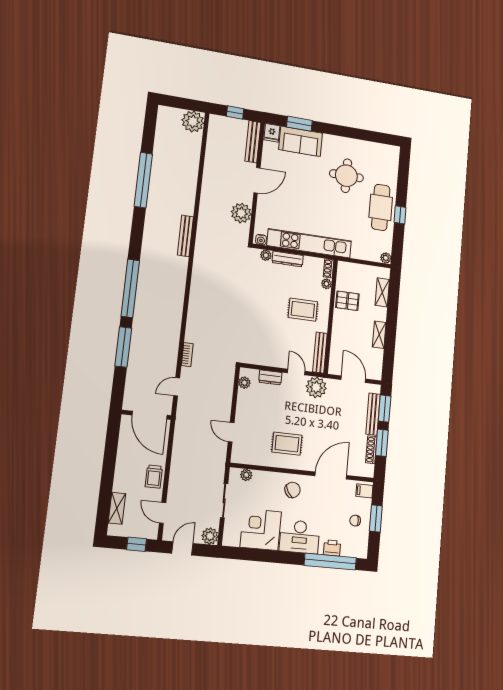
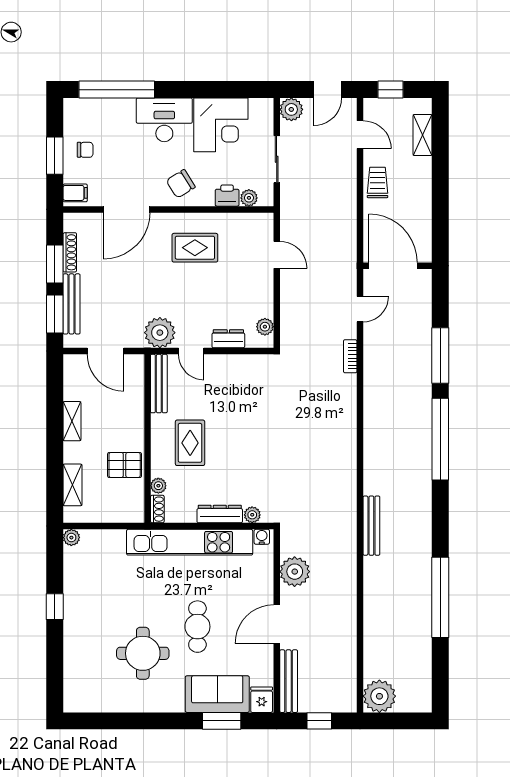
cafe table: (381, 207) -> (197, 627), moved, width x0.73, depth x0.74
rug: (303, 310) -> (190, 443), turned 90
printer: (332, 548) -> (227, 196), moved, turned 180

